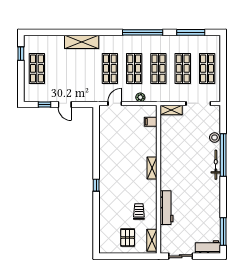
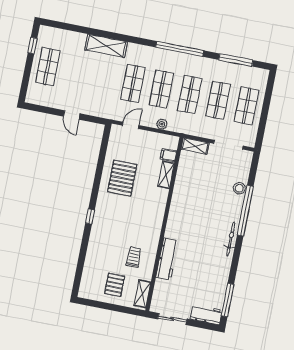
window: (44, 104) -> (48, 110), removed
pallet: (116, 148) -> (122, 178), added
bicycle: (216, 165) -> (231, 239), moved
shelving: (152, 168) -> (166, 175), moved

